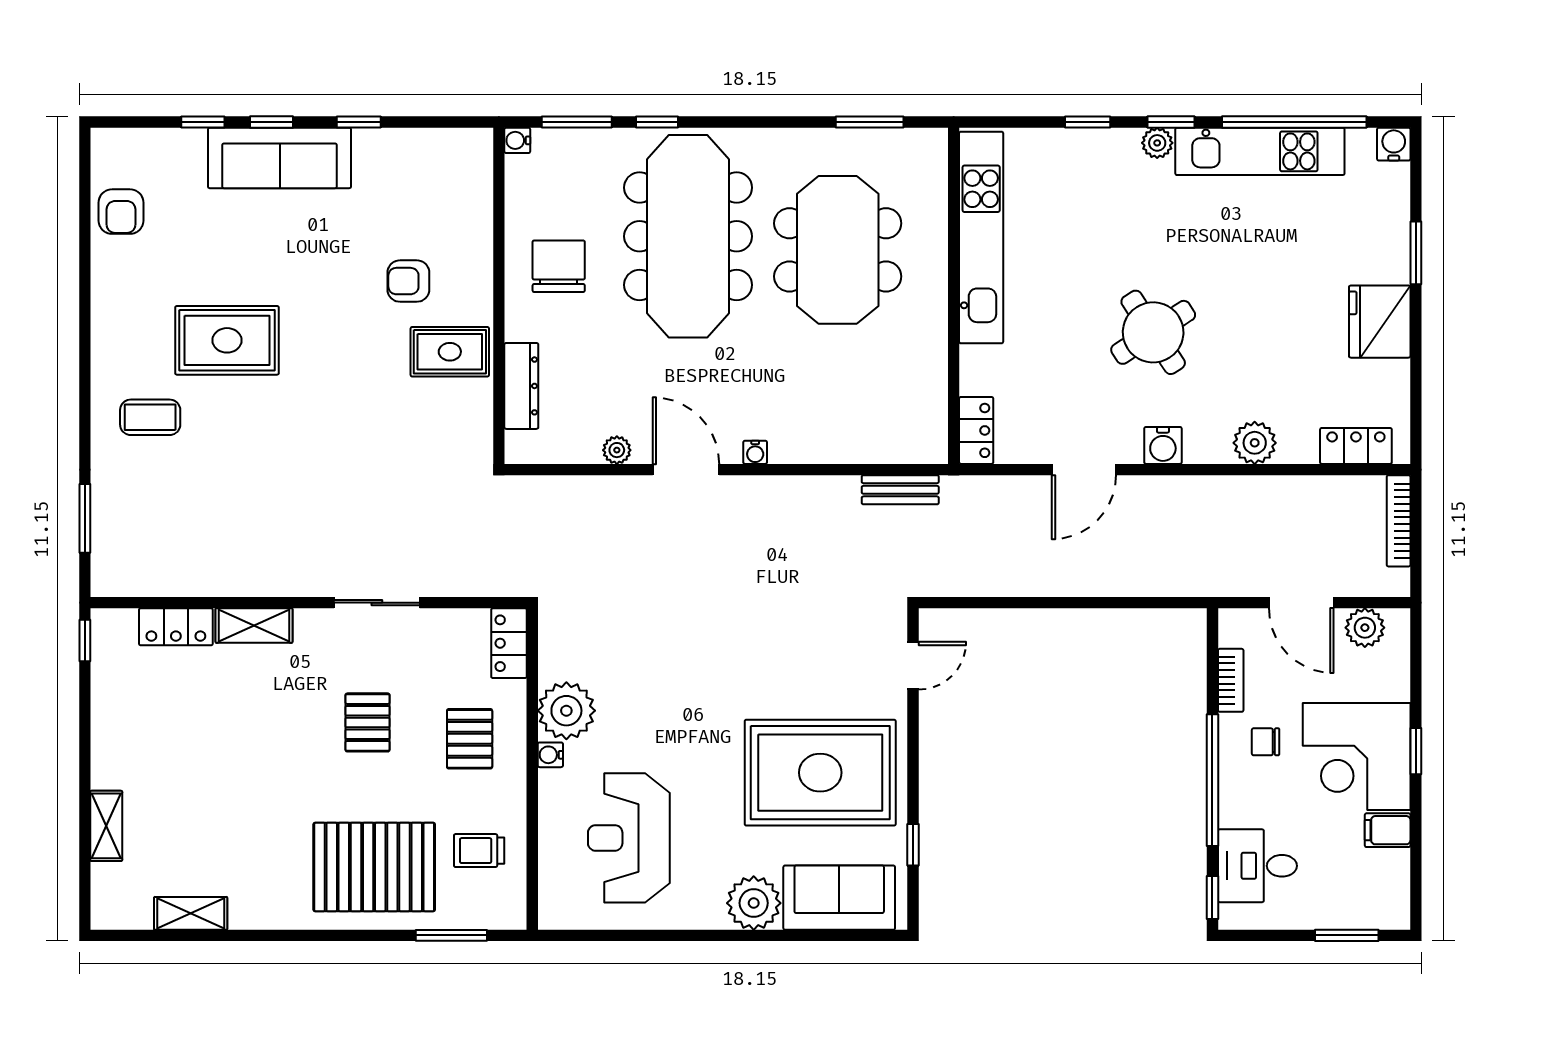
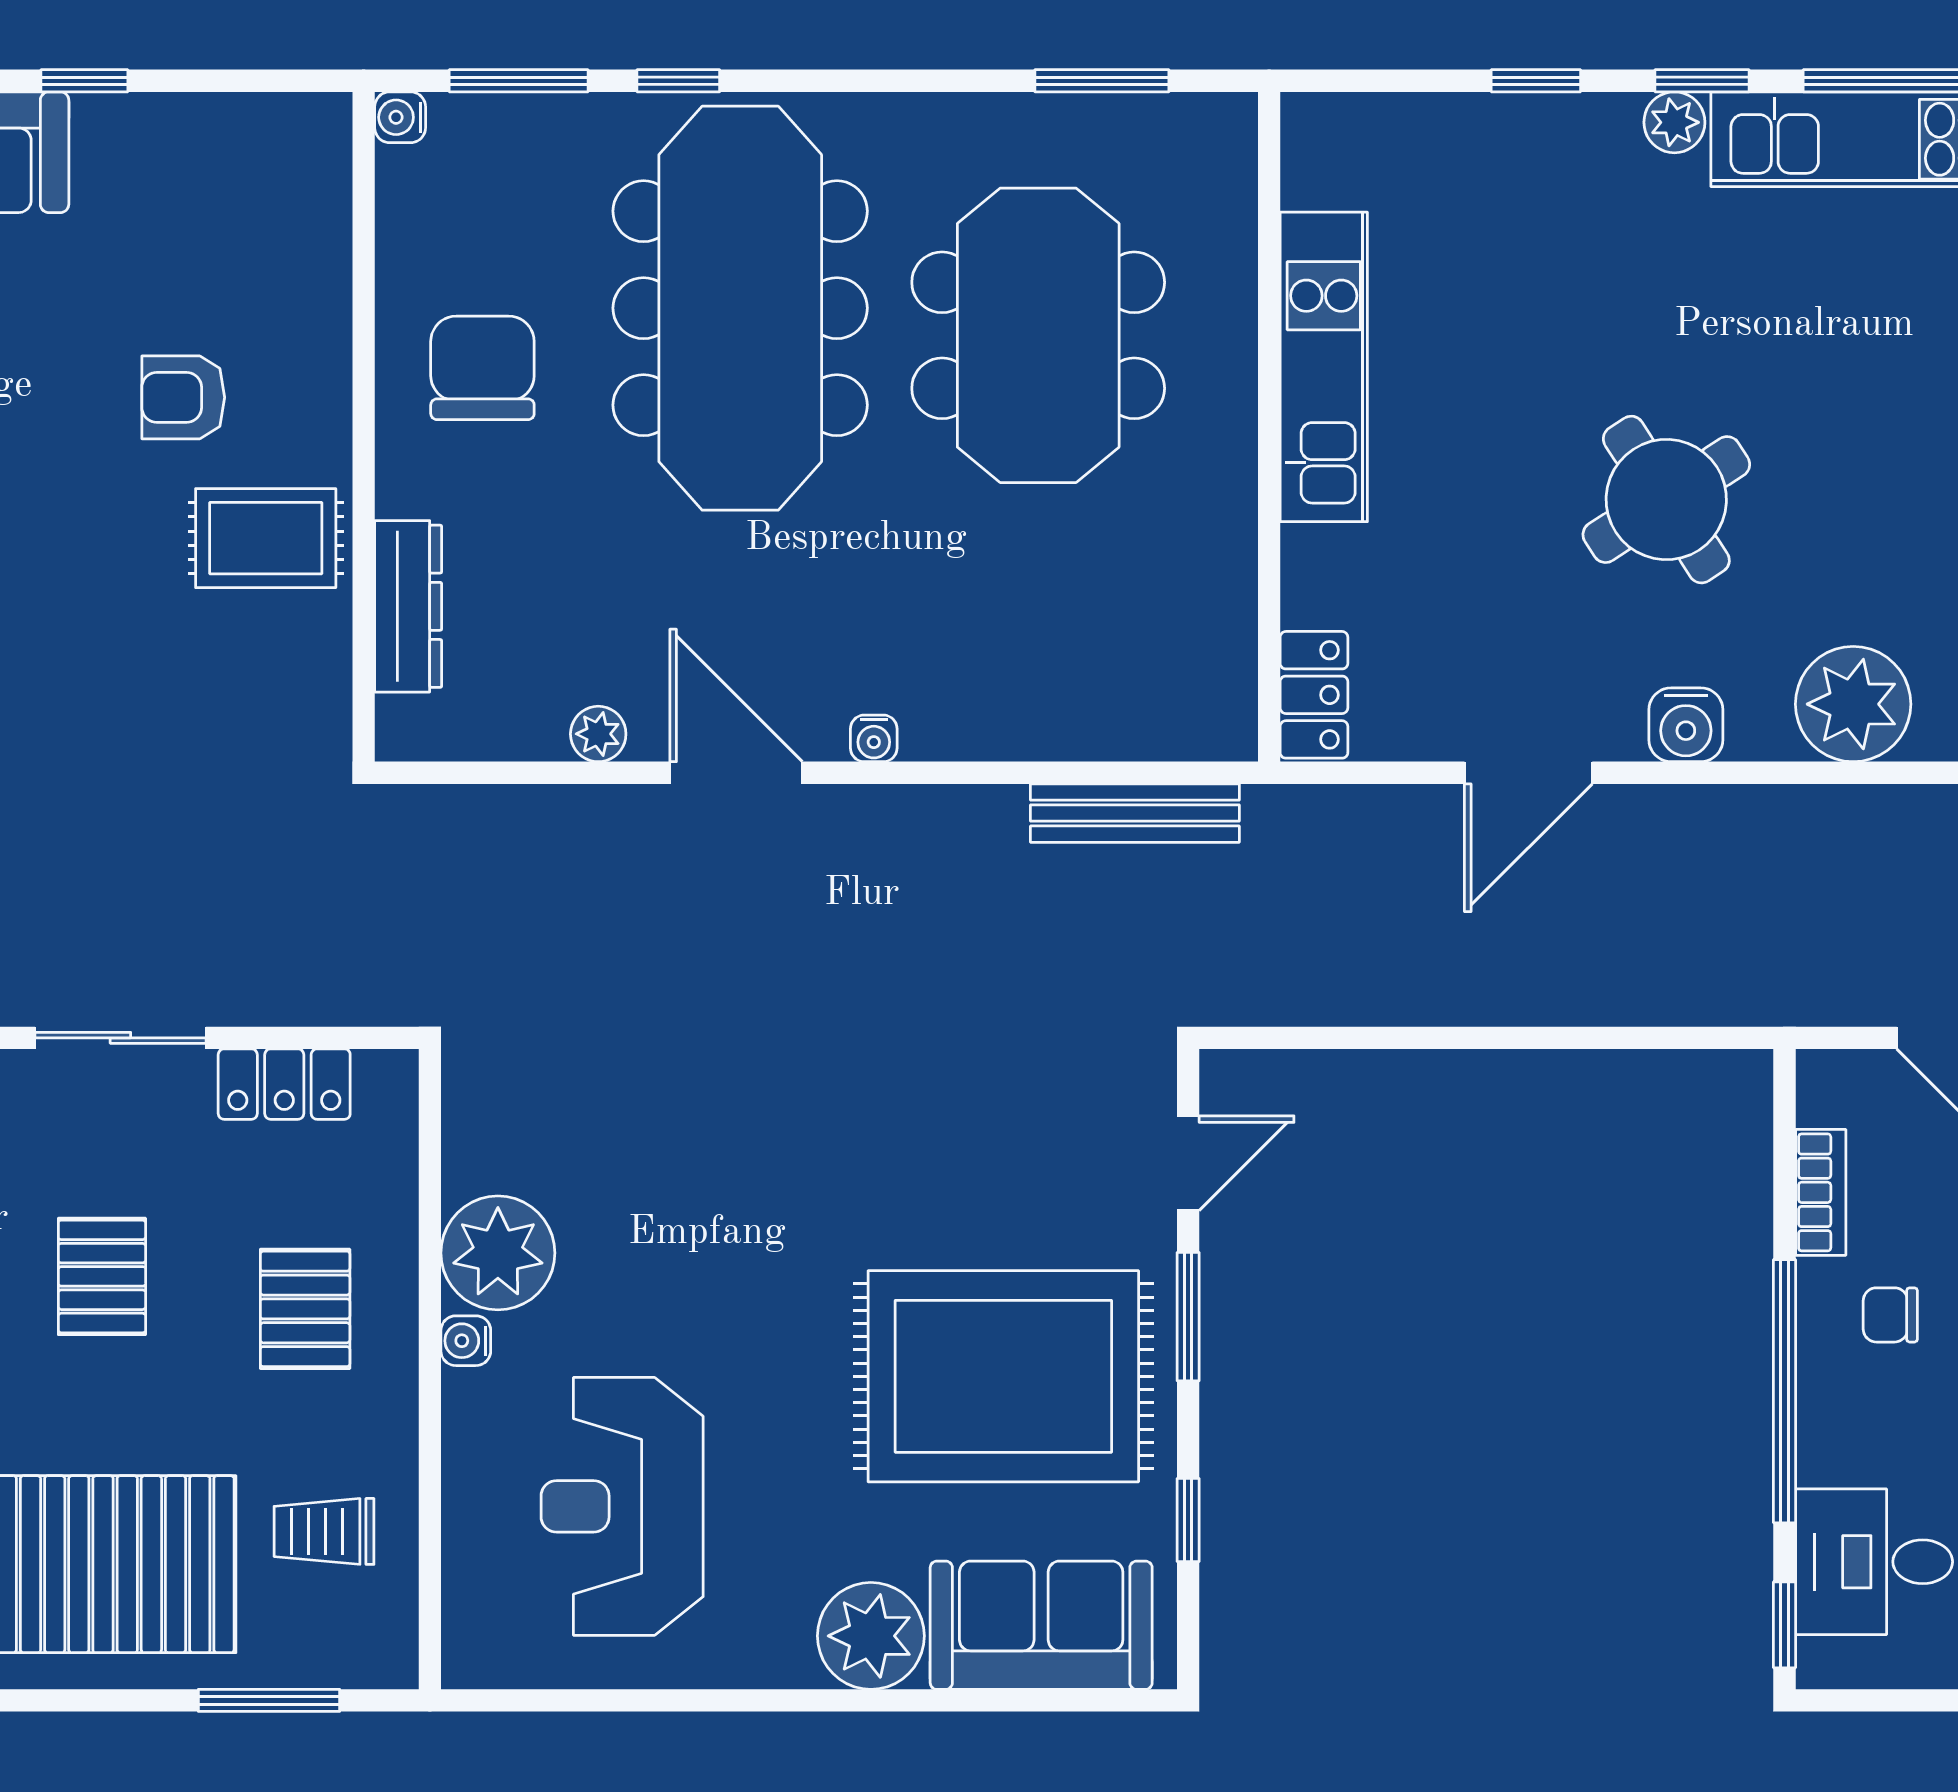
kitchen unit: (981, 237) -> (1324, 367), width x0.73
plant: (1255, 443) -> (1853, 704), width x1.36, depth x1.36
bench: (900, 490) -> (1135, 813), width x1.36
locker: (509, 643) -> (284, 1084), moved, turned -90
window: (913, 743) -> (1188, 1317), added

